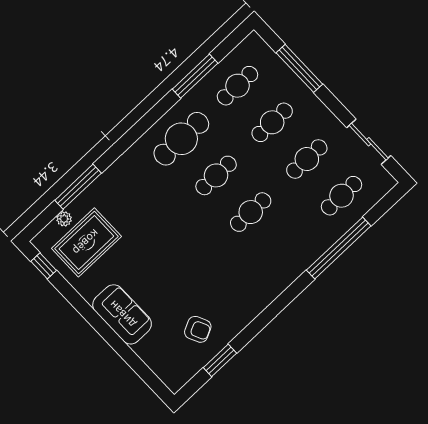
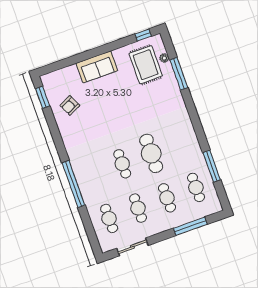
cafe table: (181, 139) -> (180, 143), removed
cafe table: (216, 175) -> (151, 153), width x1.37, depth x1.35
window: (339, 248) -> (73, 184), moved
window: (220, 360) -> (43, 97), moved

